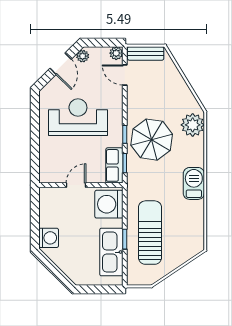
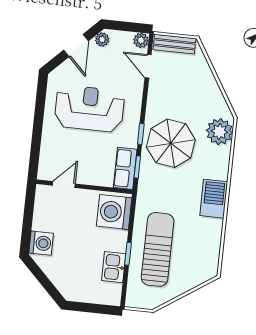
door: (76, 185) -> (64, 185), moved
kitchen sink: (111, 252) -> (114, 267), width x0.53, depth x0.81

